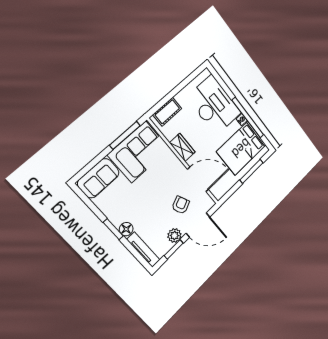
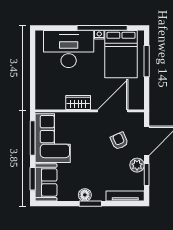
cot: (167, 112) -> (42, 91), removed
window: (92, 165) -> (33, 179), added
floor lamp: (126, 229) -> (85, 195), moved

